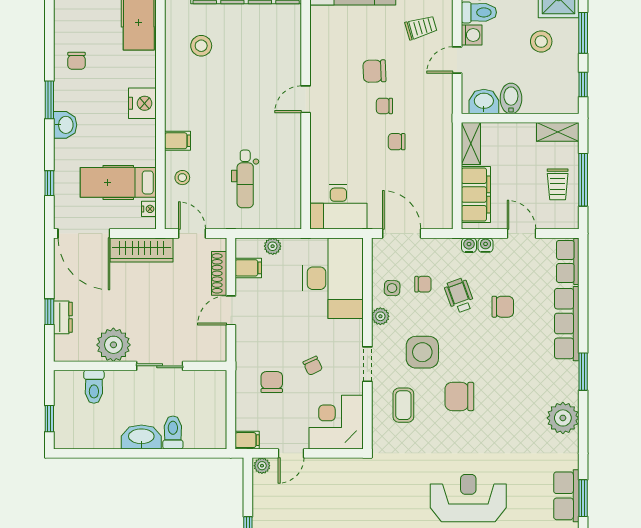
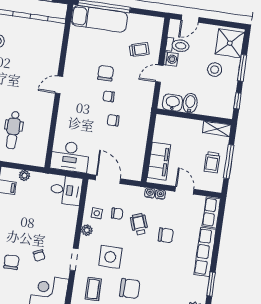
chair: (374, 71) -> (106, 73), turned 92
shelving: (471, 144) -> (160, 128), removed
desk: (333, 278) -> (66, 190), width x0.53, depth x0.77
chair: (459, 396) -> (130, 289), turned 180

